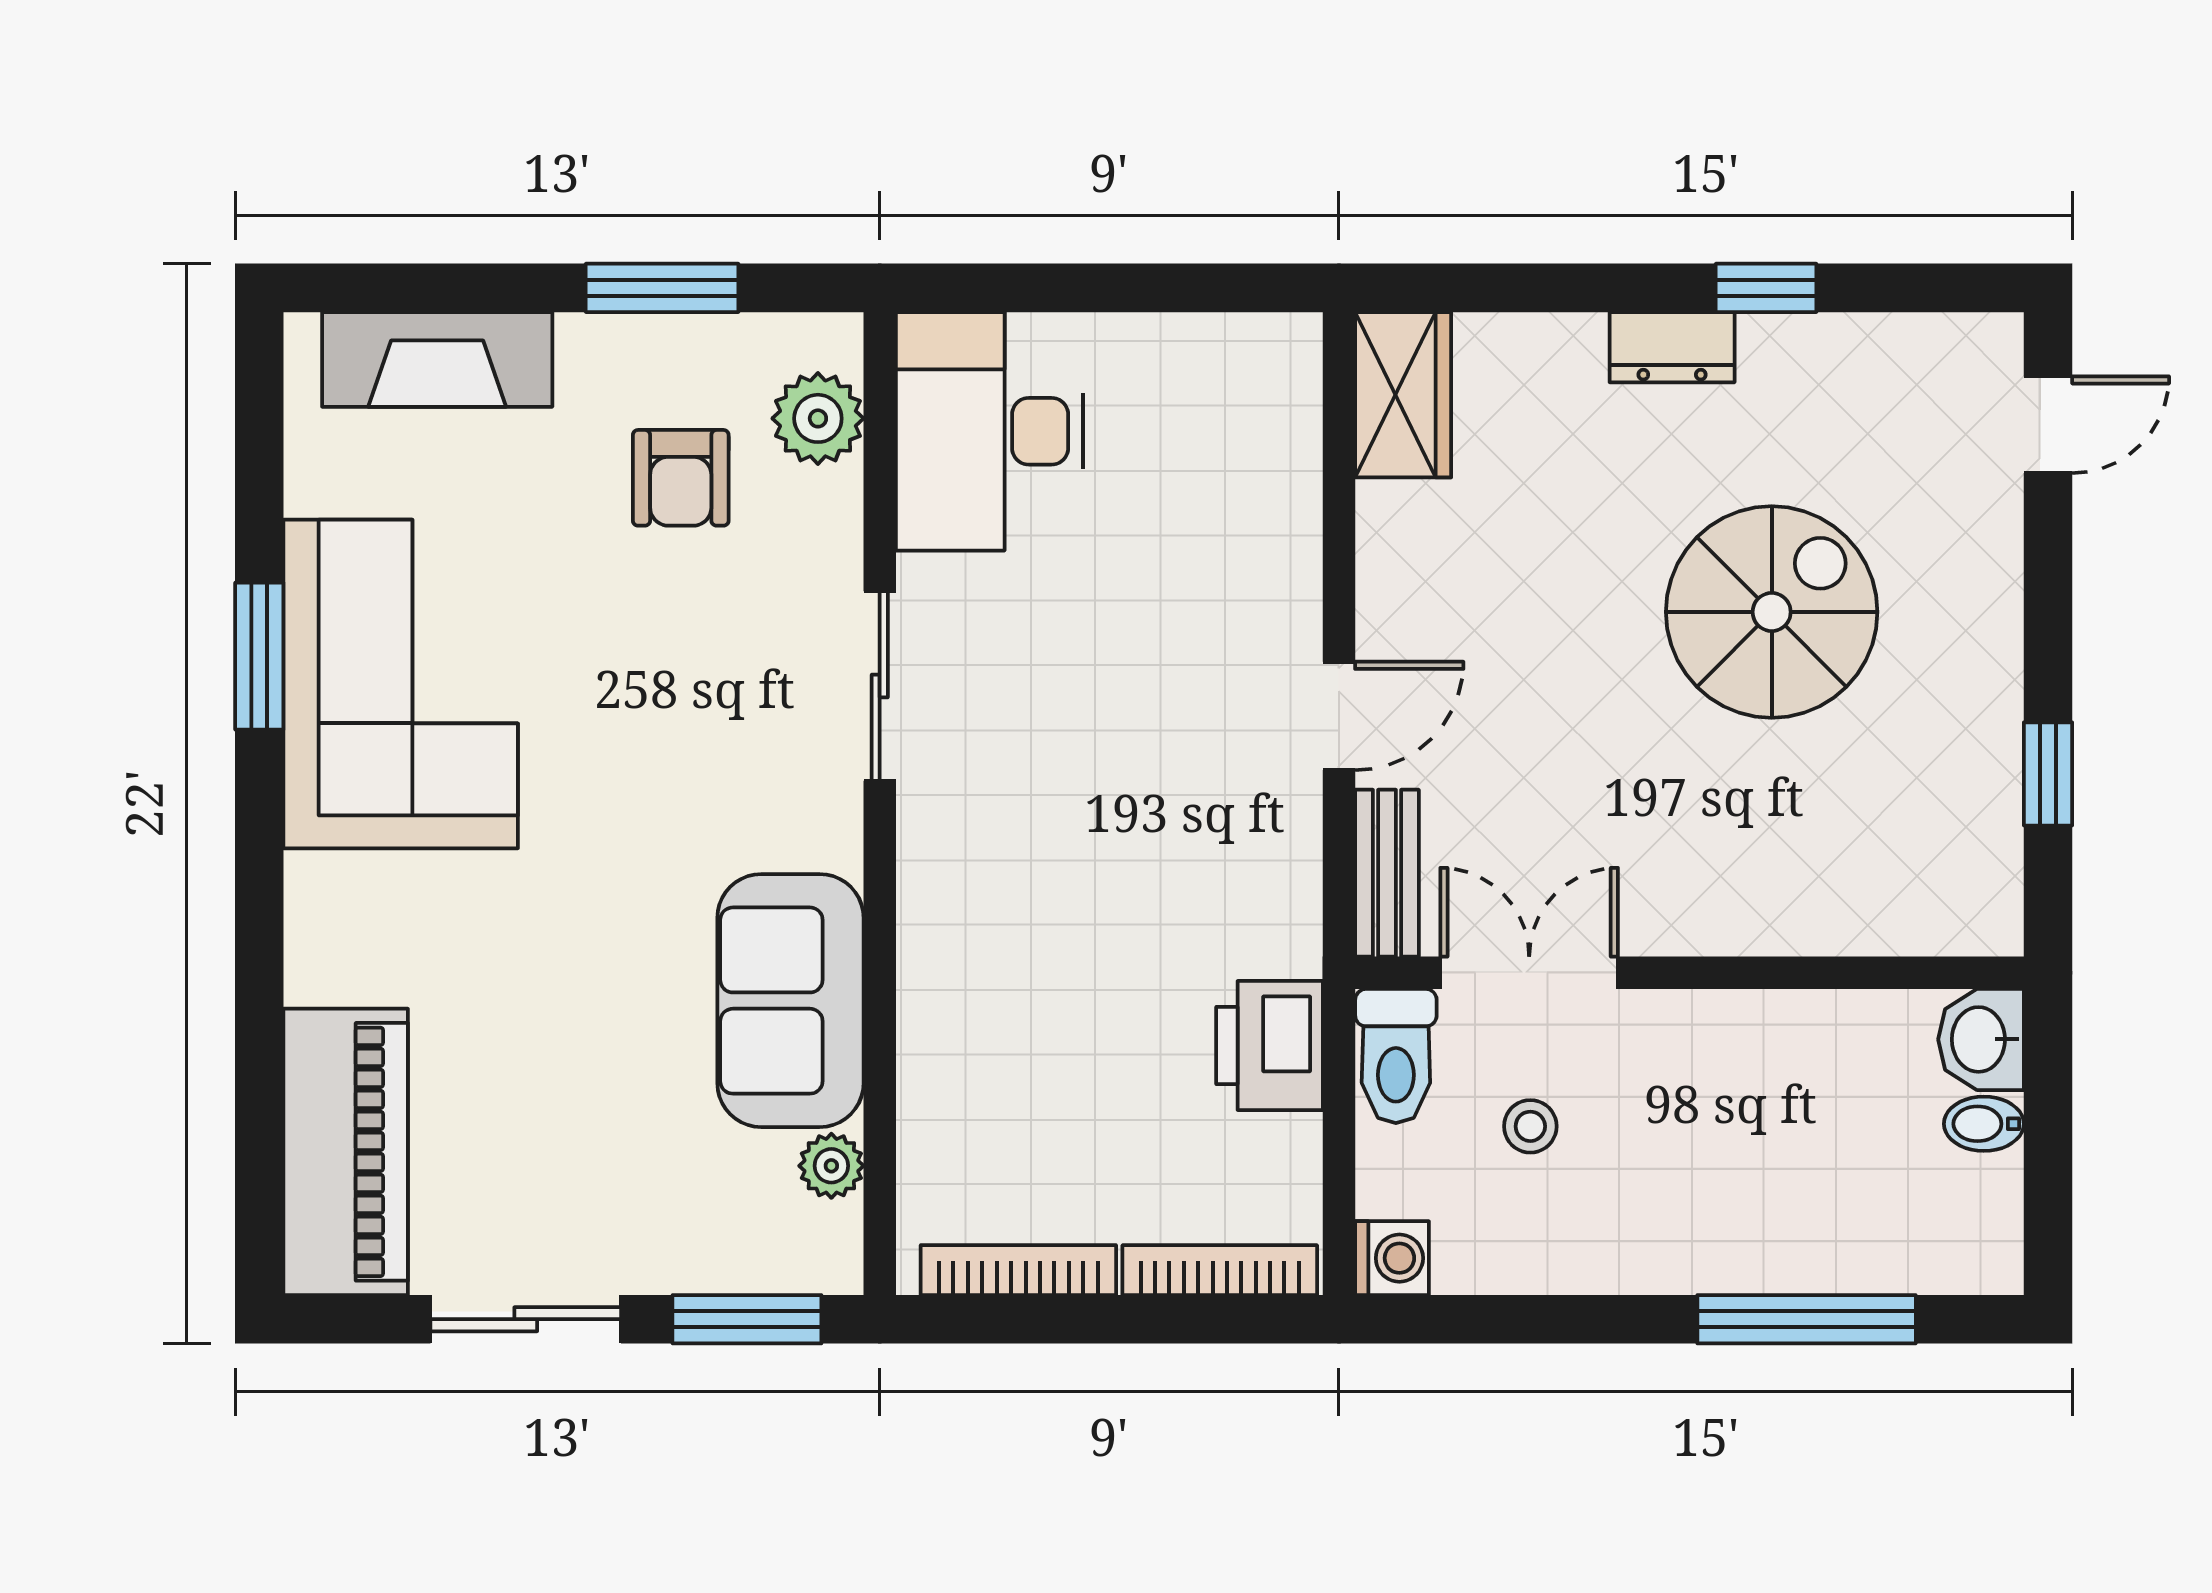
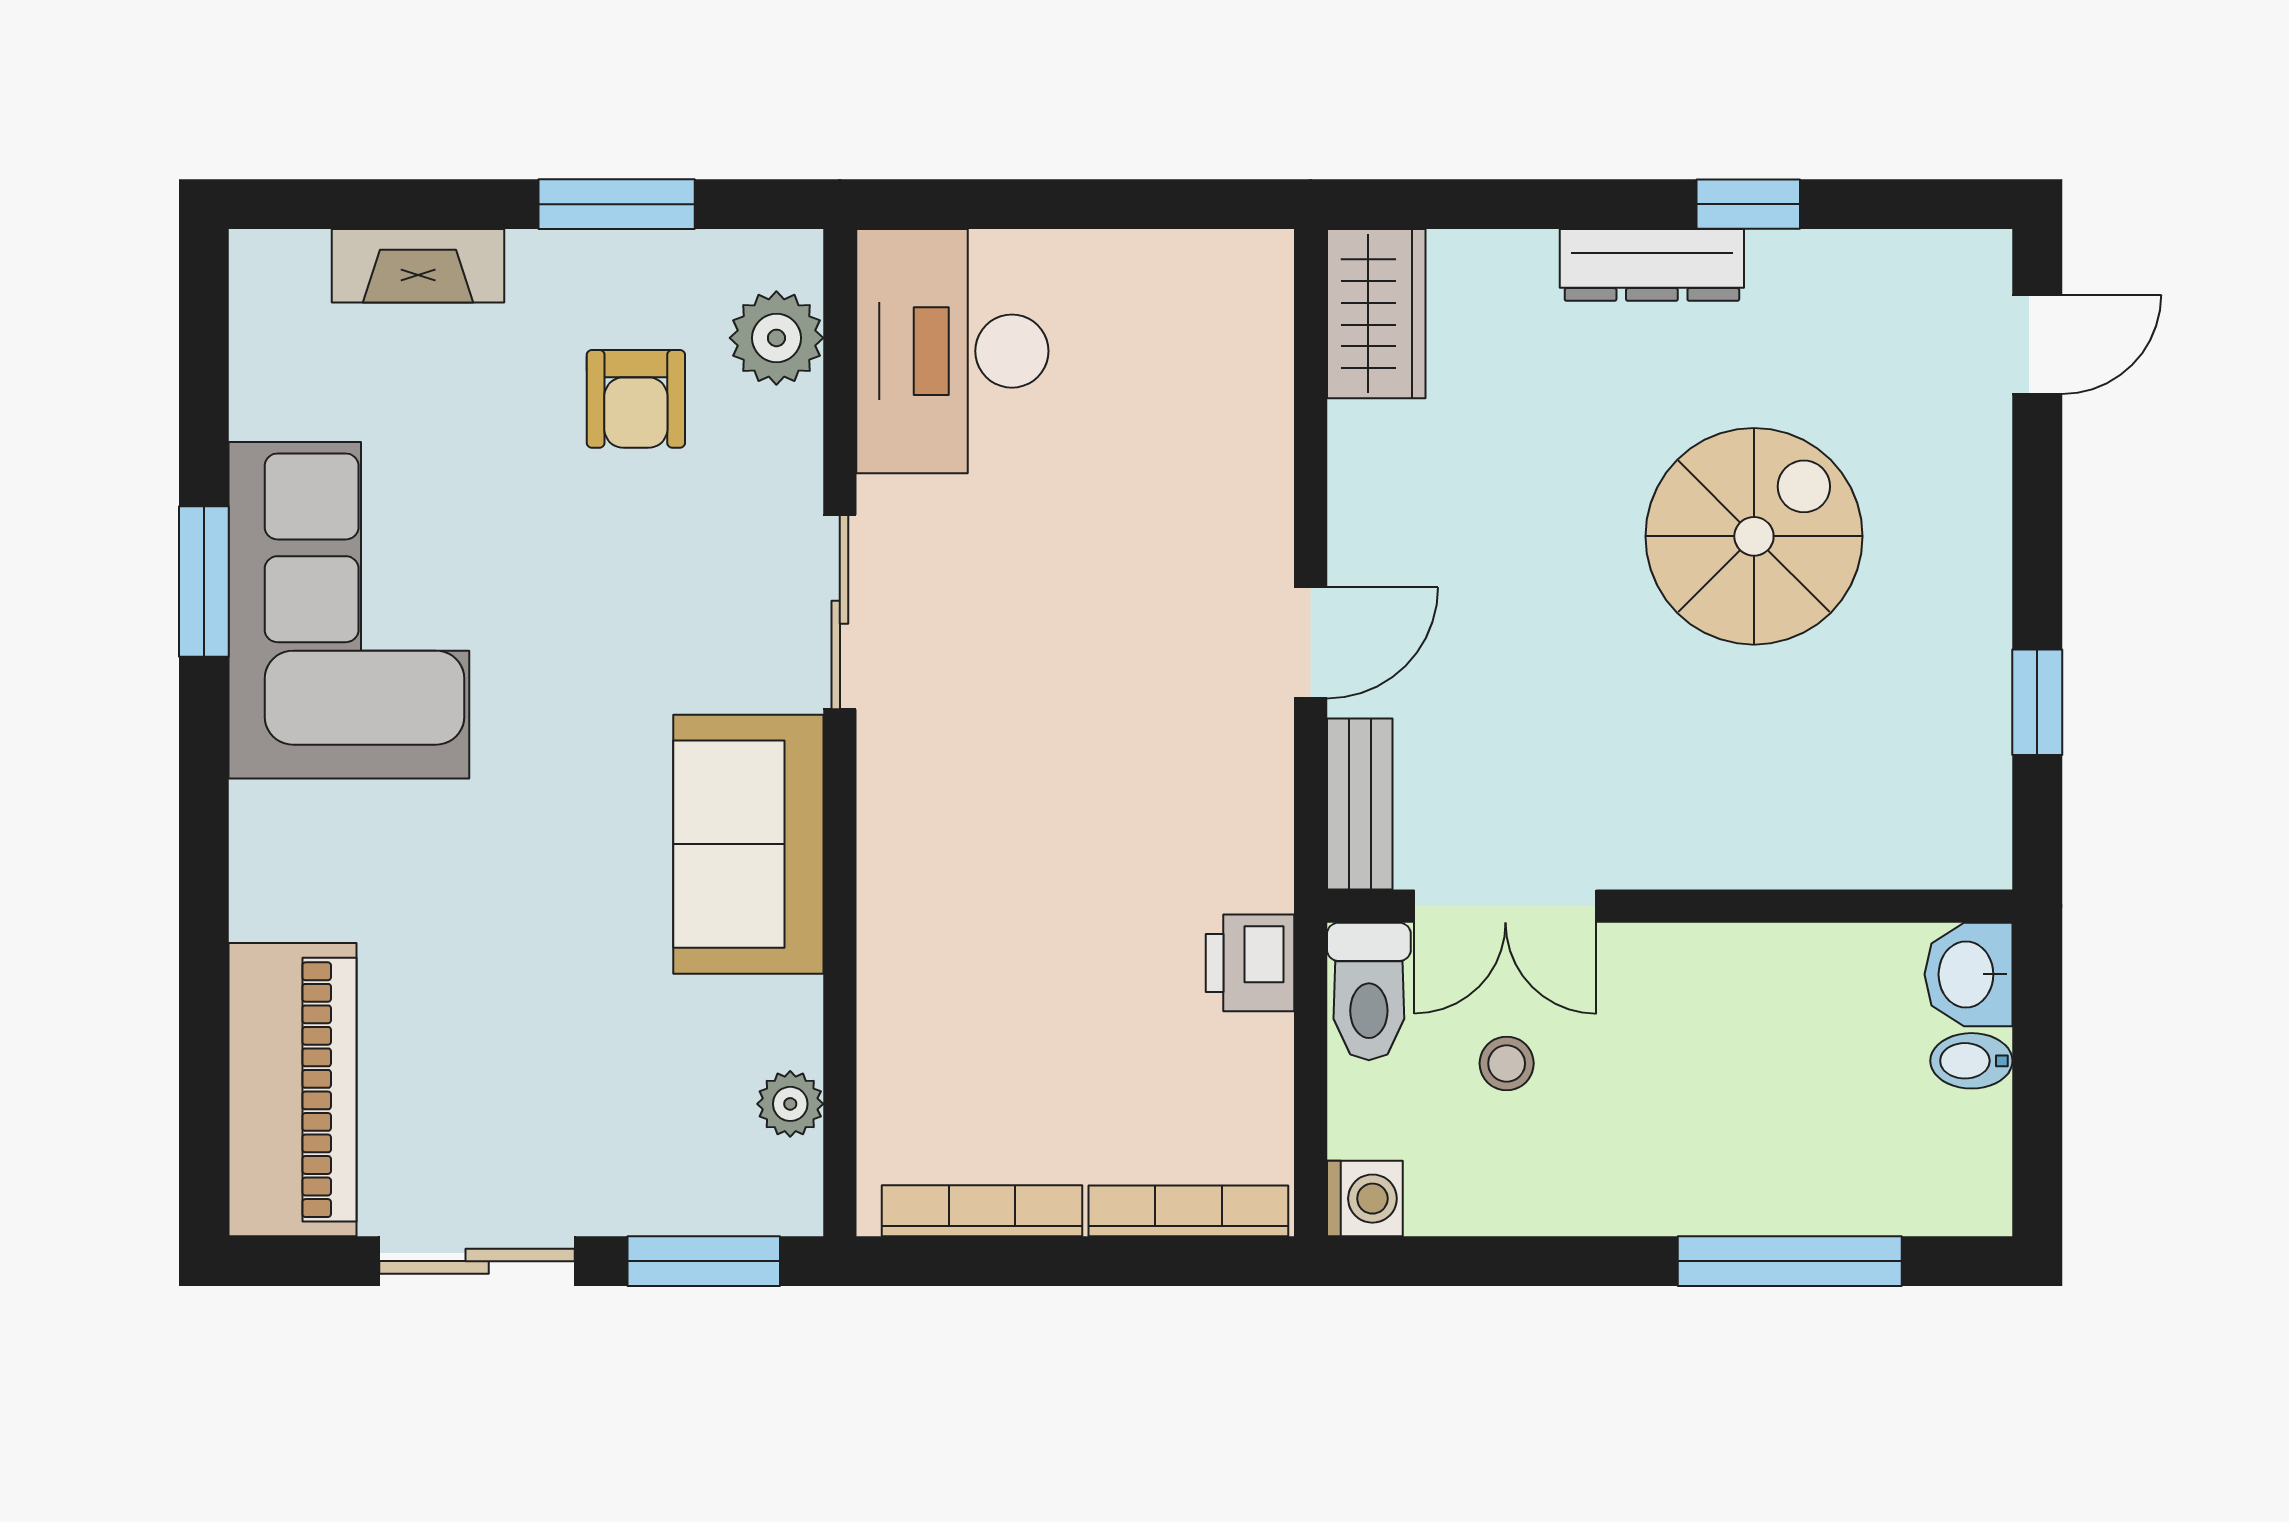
dresser: (1672, 347) -> (1652, 265), width x1.44
fireplace: (437, 359) -> (418, 266), width x0.73, depth x0.76
double door: (1529, 973) -> (1505, 906), swing flipped
sofa: (790, 1001) -> (748, 844), moved
printer: (1270, 1045) -> (1250, 963), width x0.73, depth x0.81

